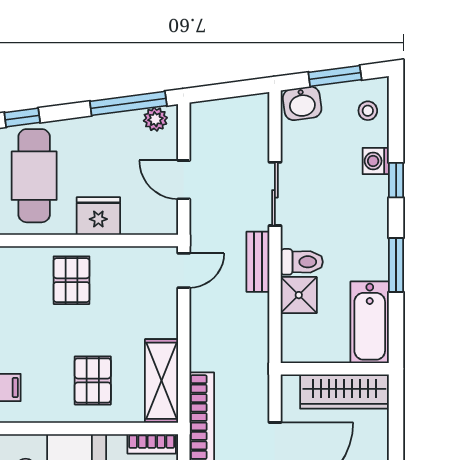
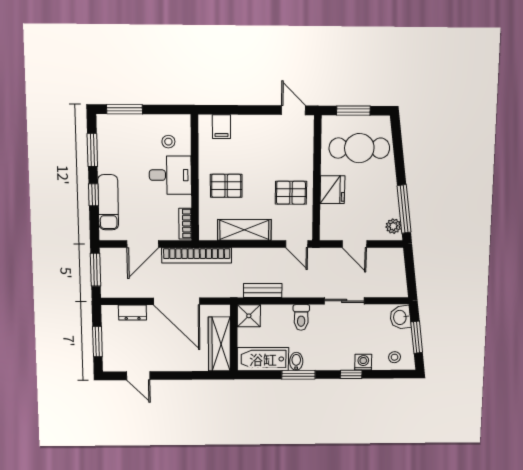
window: (22, 118) -> (397, 140), removed
door: (184, 180) -> (354, 244), swing flipped
bench: (258, 262) -> (263, 290), moved
bidet: (374, 269) -> (296, 361), added
pallet: (72, 280) -> (291, 193), moved
shower: (299, 295) -> (249, 316), moved
shelving: (161, 381) -> (244, 230), moved

